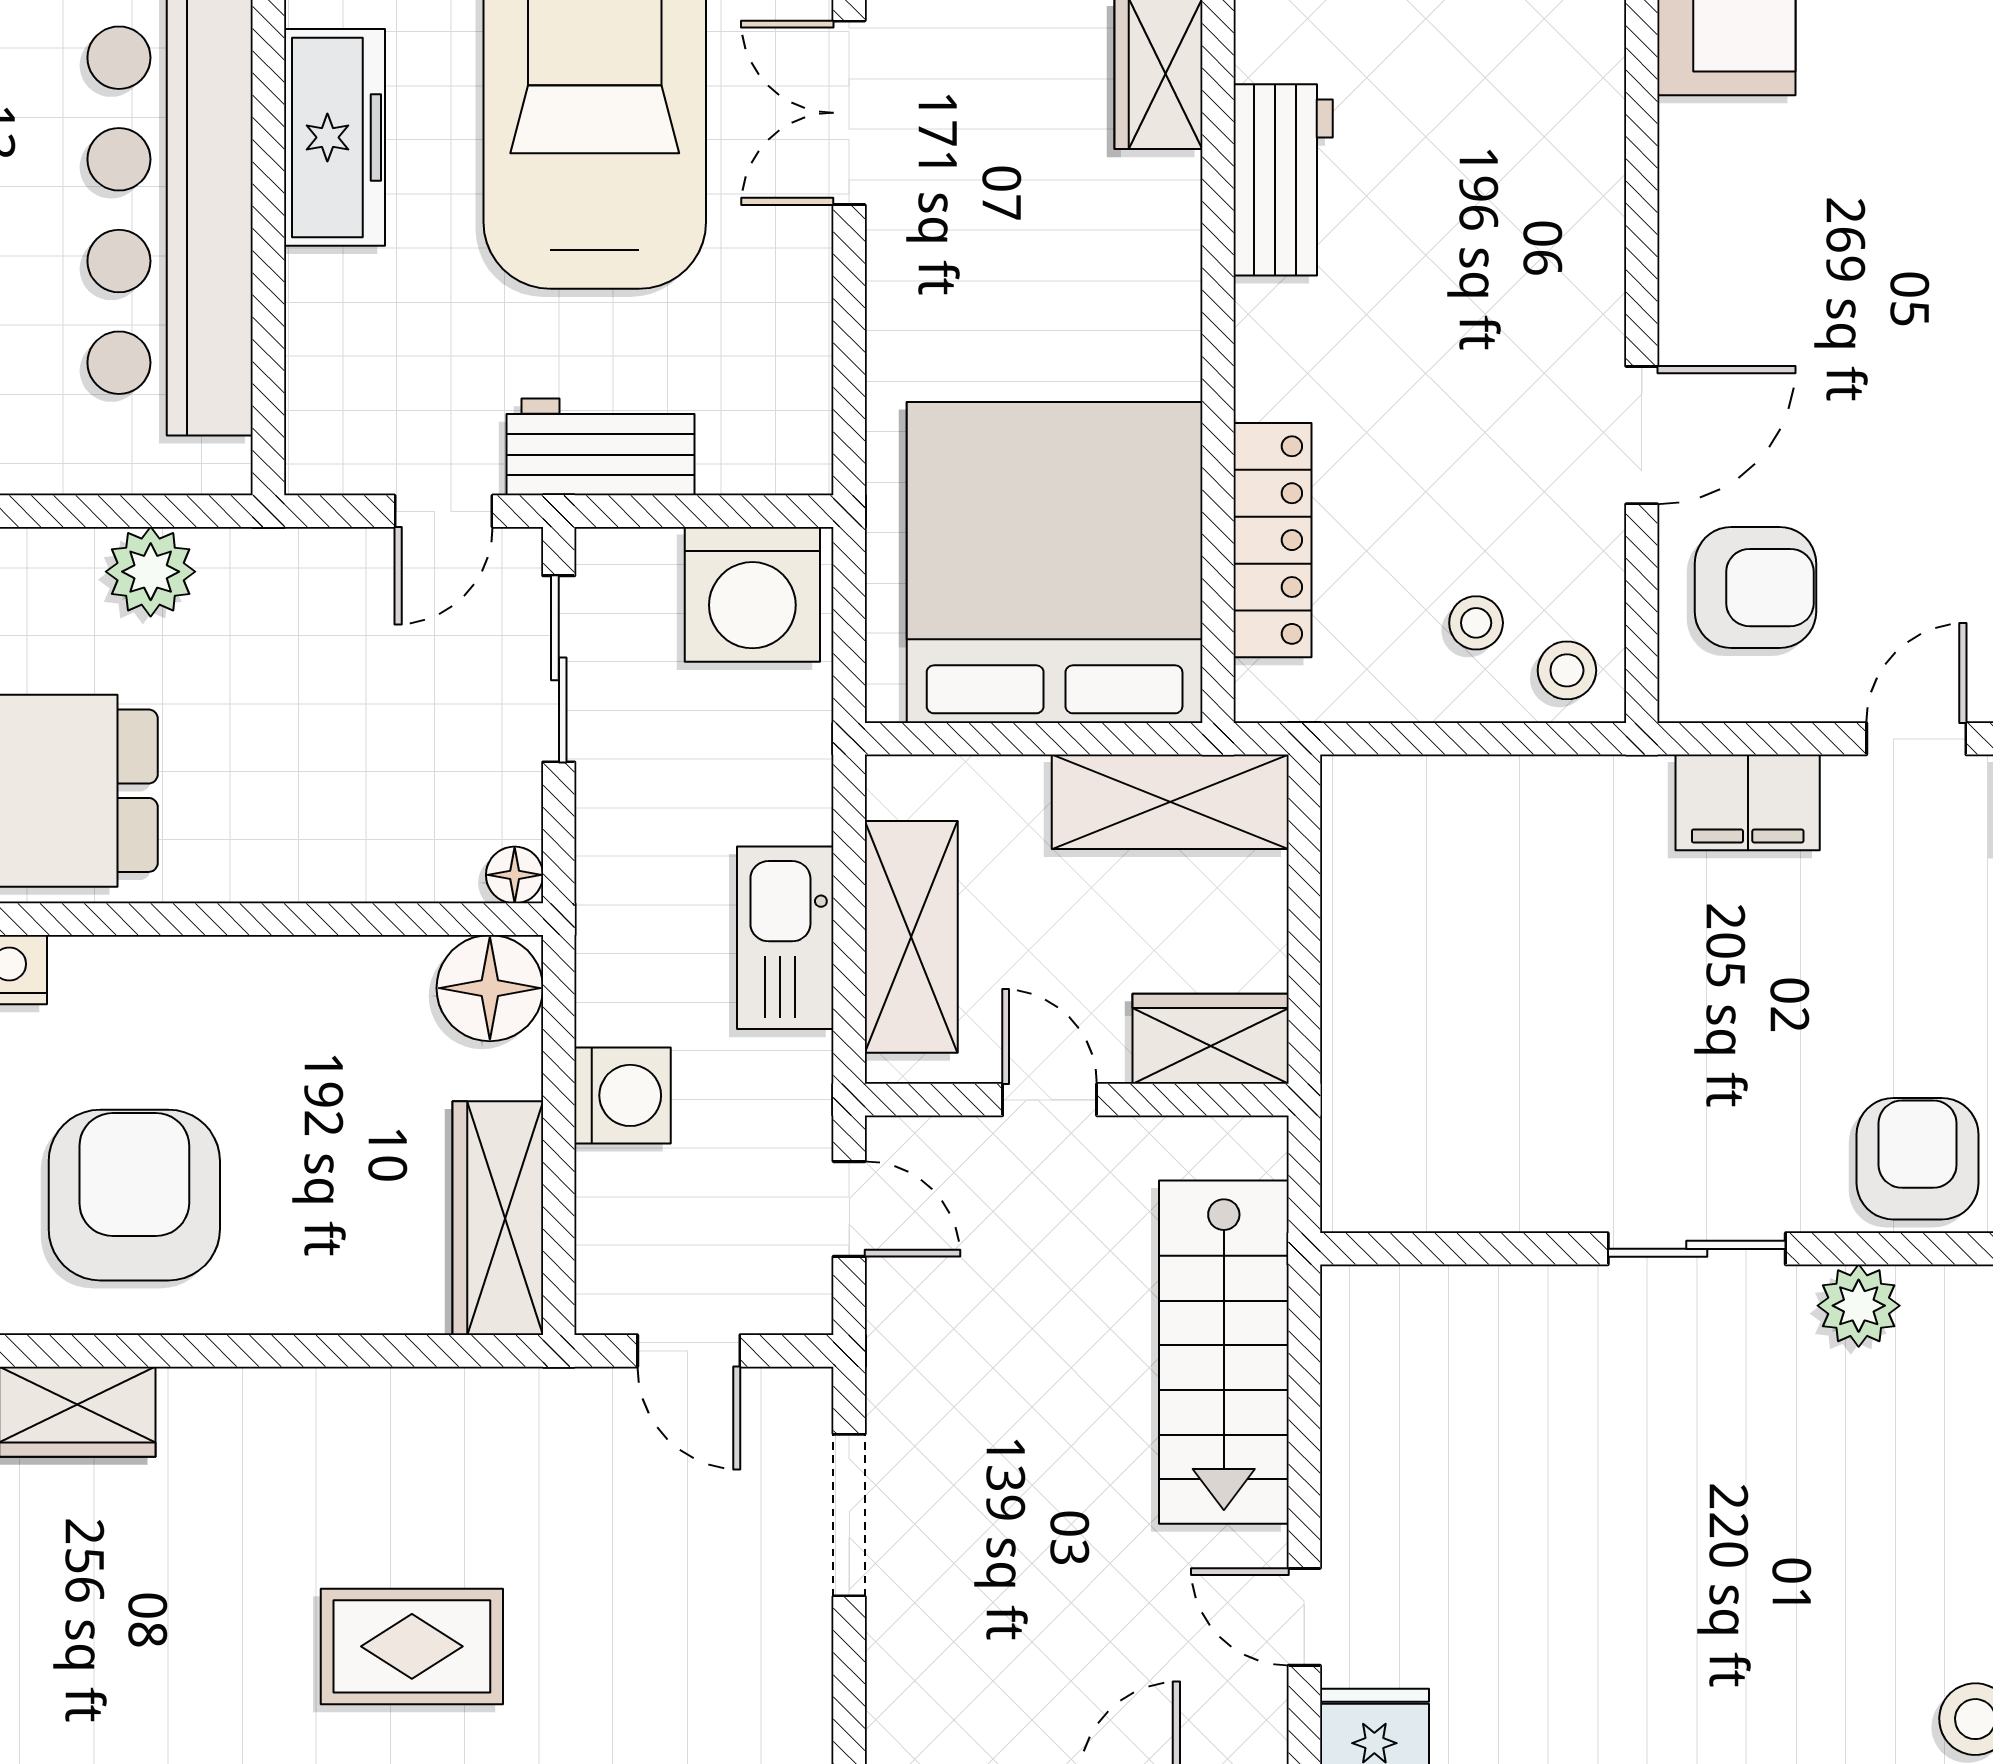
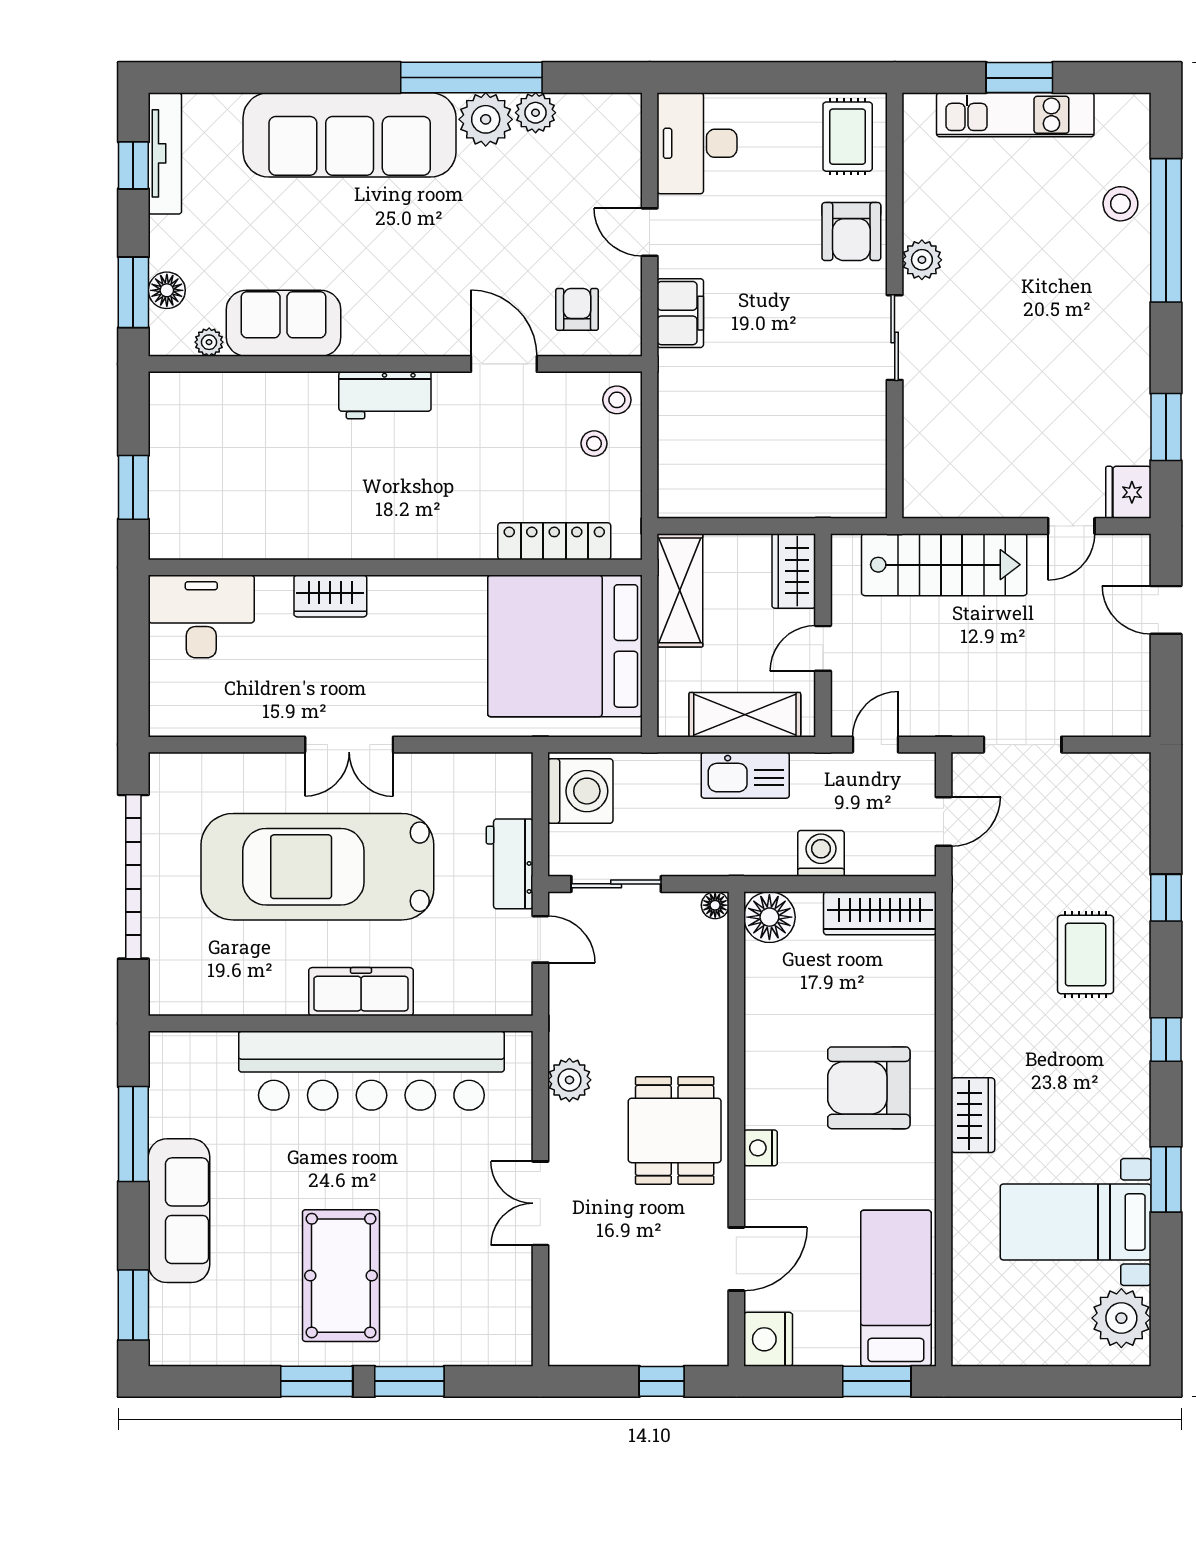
workbench: (1283, 180) -> (385, 395), moved, turned 180
armchair: (1755, 588) -> (577, 309), width x0.72, depth x0.72
armchair: (1918, 1159) -> (851, 231), turned -90

